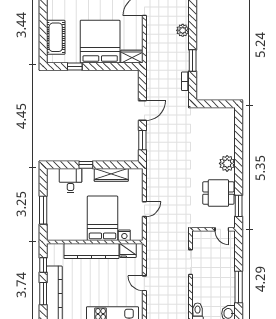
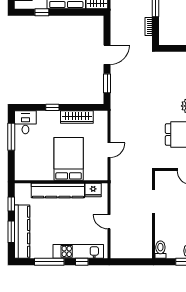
desk: (70, 180) -> (25, 122), moved
window: (43, 210) -> (11, 137), moved
nightstand: (124, 235) -> (90, 175), removed

